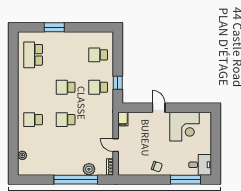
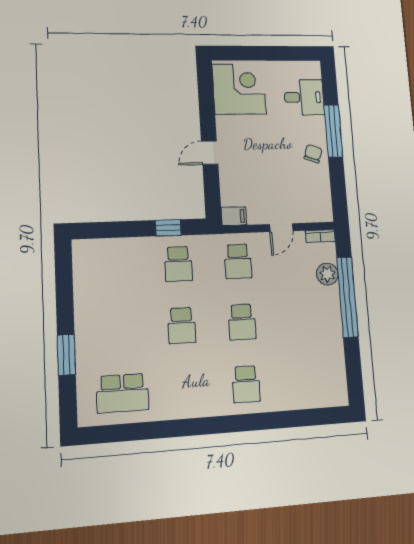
school desk: (98, 55) -> (238, 261), moved
corner desk: (184, 127) -> (239, 89), moved
plant: (22, 155) -> (313, 400), removed
desk: (200, 165) -> (304, 97), moved, turned 90
window: (186, 180) -> (333, 131), moved

